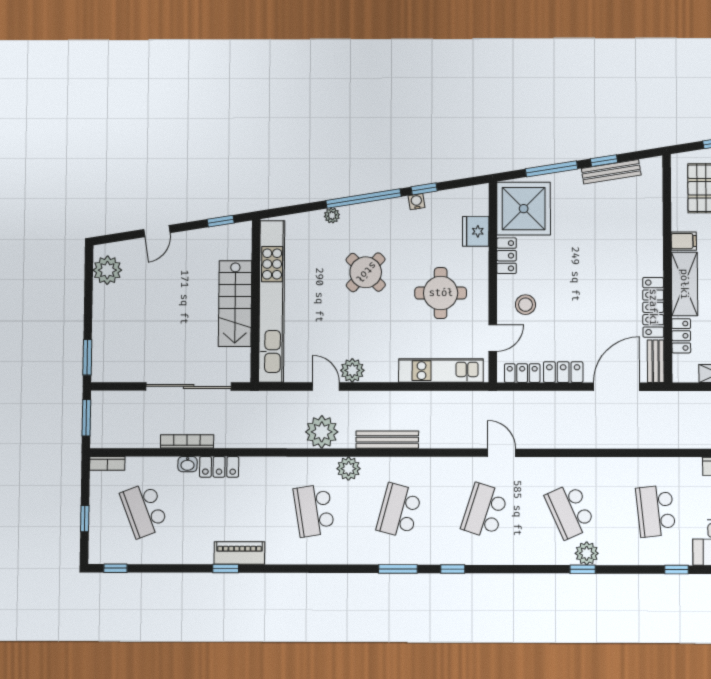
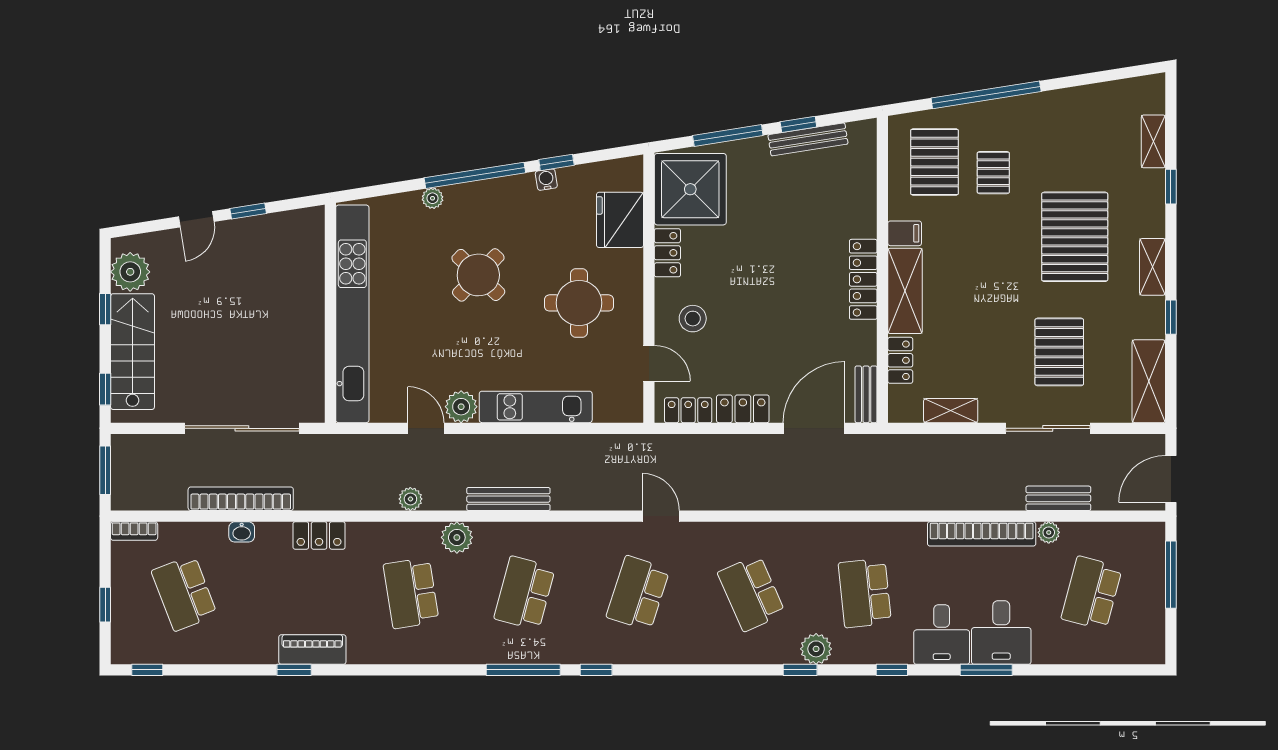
window: (221, 221) -> (248, 211), moved
fridge: (476, 231) -> (620, 220), width x1.36, depth x1.34
window: (88, 298) -> (105, 309), added
stairs: (235, 304) -> (133, 352), moved, turned 180
locker: (653, 307) -> (863, 279), moved
door: (493, 338) -> (649, 363), hinge flipped
window: (87, 357) -> (105, 389), width x0.67
kitchen unit: (441, 371) -> (536, 407), moved
plant: (322, 432) -> (410, 499), width x0.53, depth x0.53
bookcase: (187, 441) -> (241, 499), width x1.48, depth x1.31
locker: (219, 467) -> (319, 535), moved
plant: (587, 553) -> (816, 649), moved
window: (398, 569) -> (523, 670), width x1.44
window: (583, 569) -> (800, 670), moved

